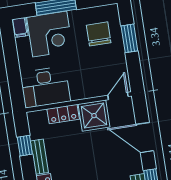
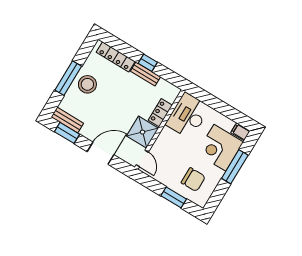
window: (25, 146) -> (148, 63), moved

